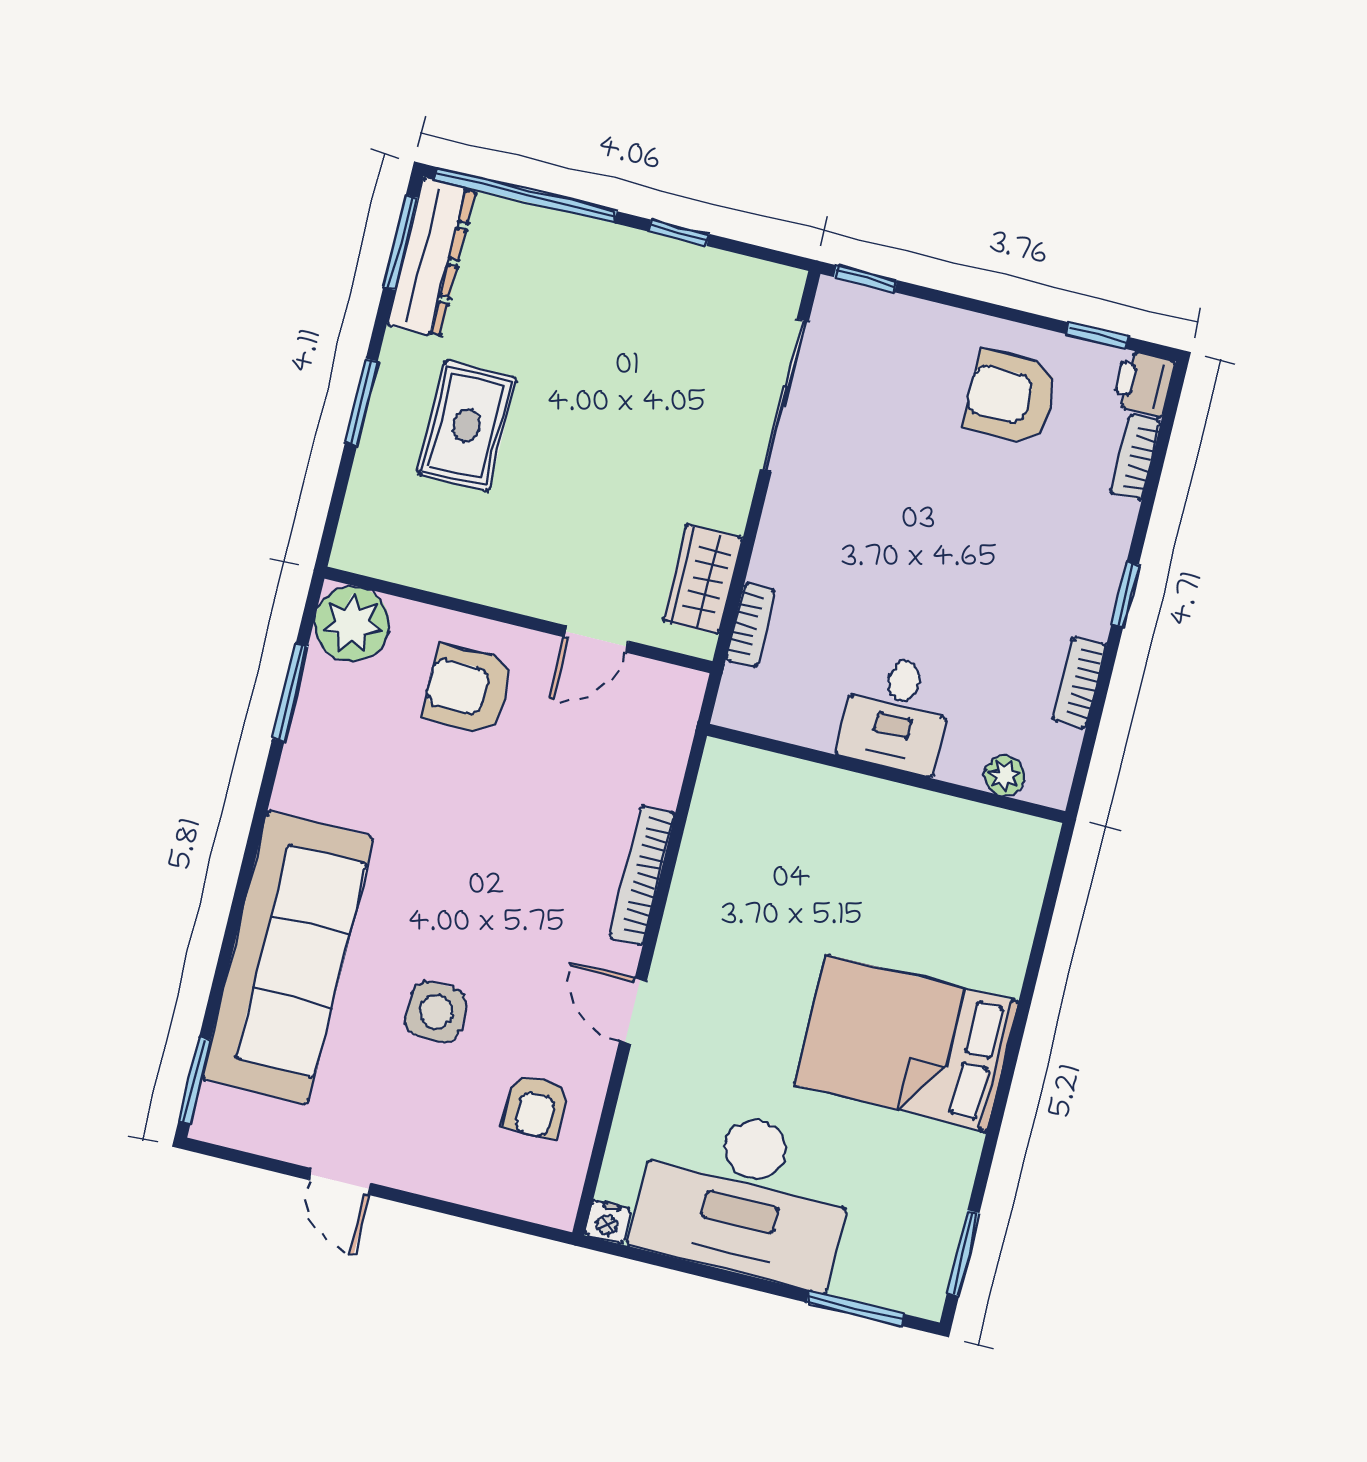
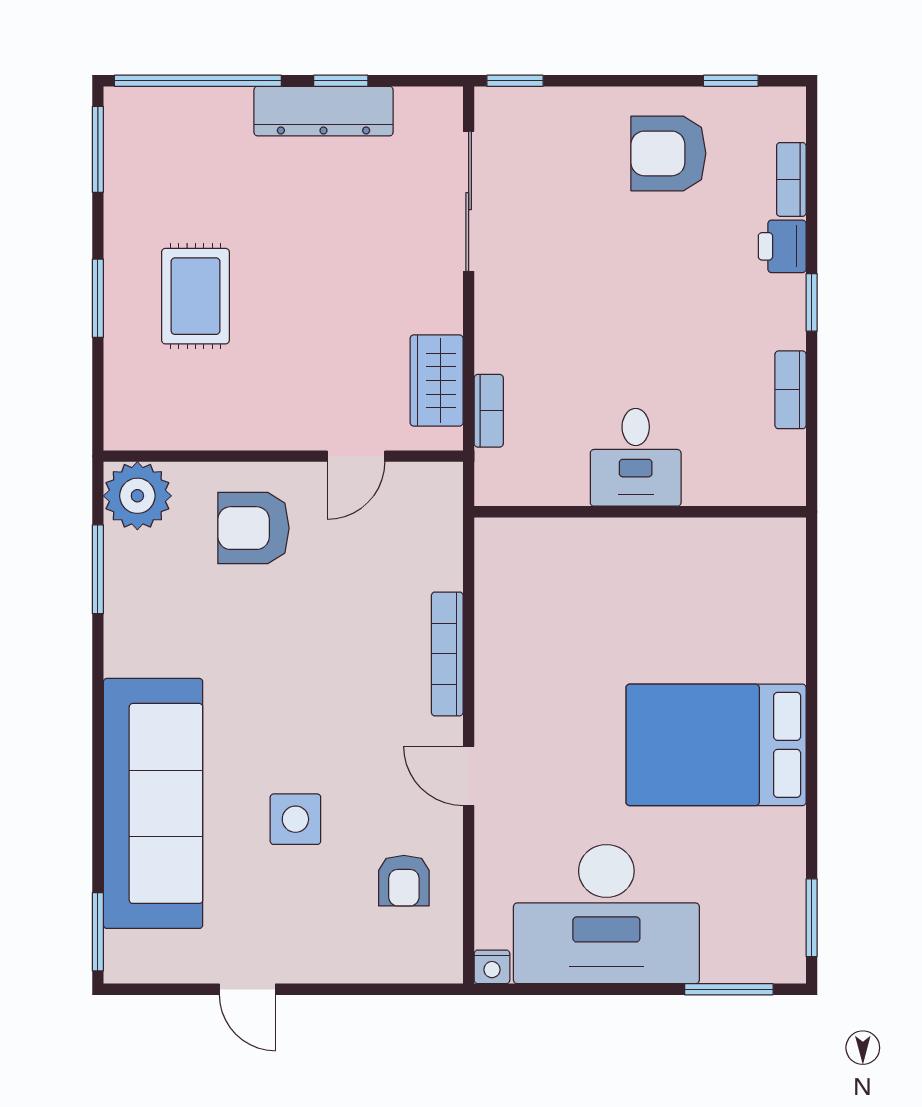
dresser: (431, 257) -> (324, 111), moved, turned 90
printer: (1143, 383) -> (782, 246), moved
plant: (1005, 776) -> (745, 488), removed

